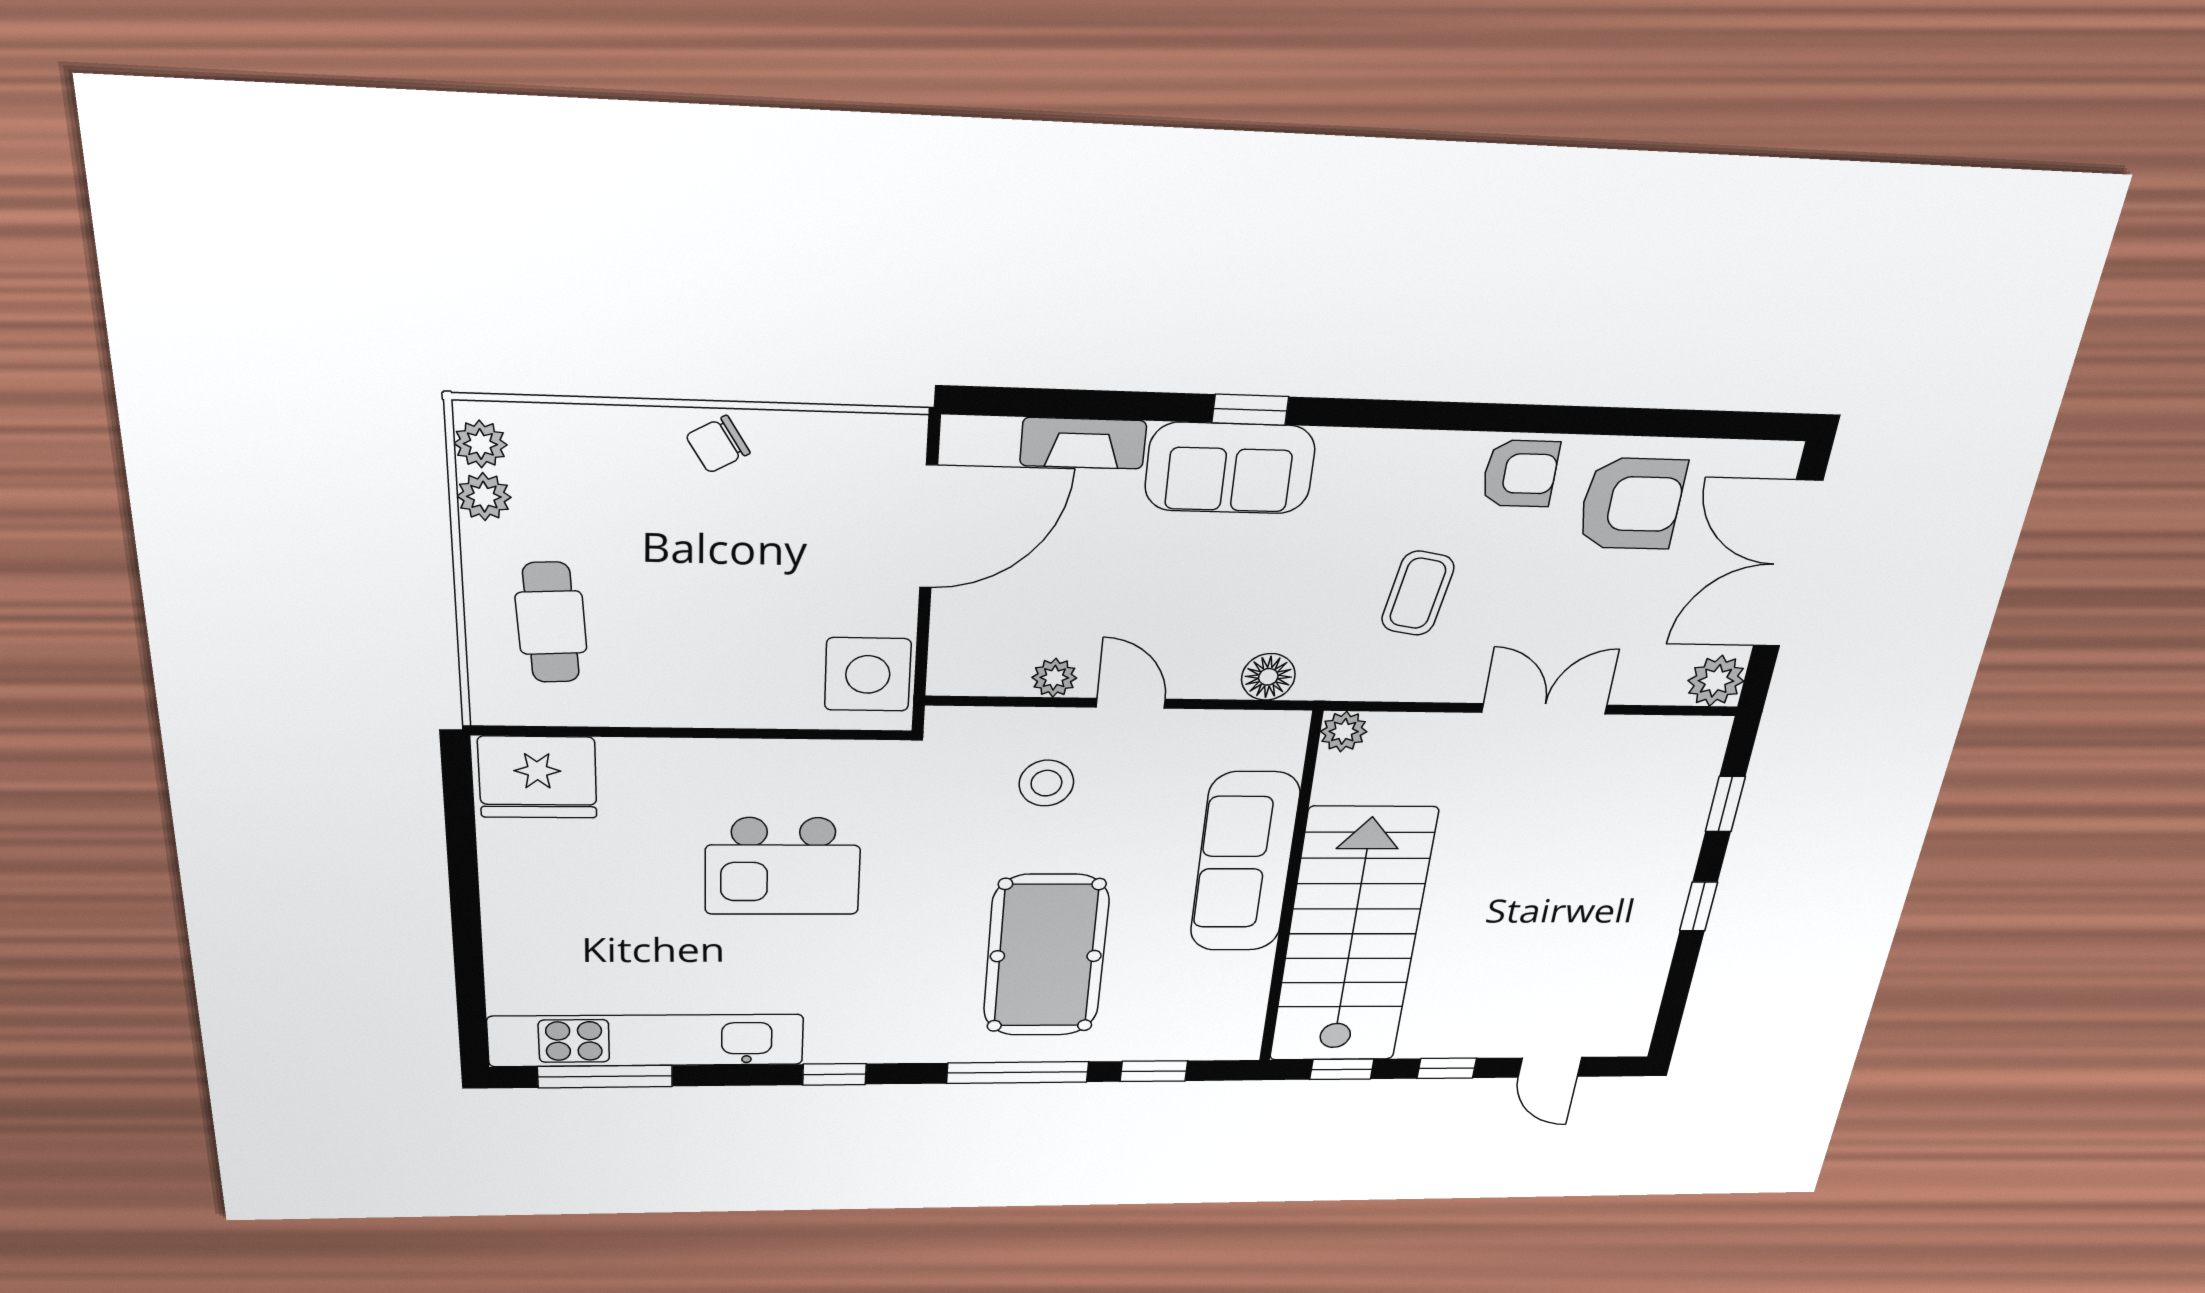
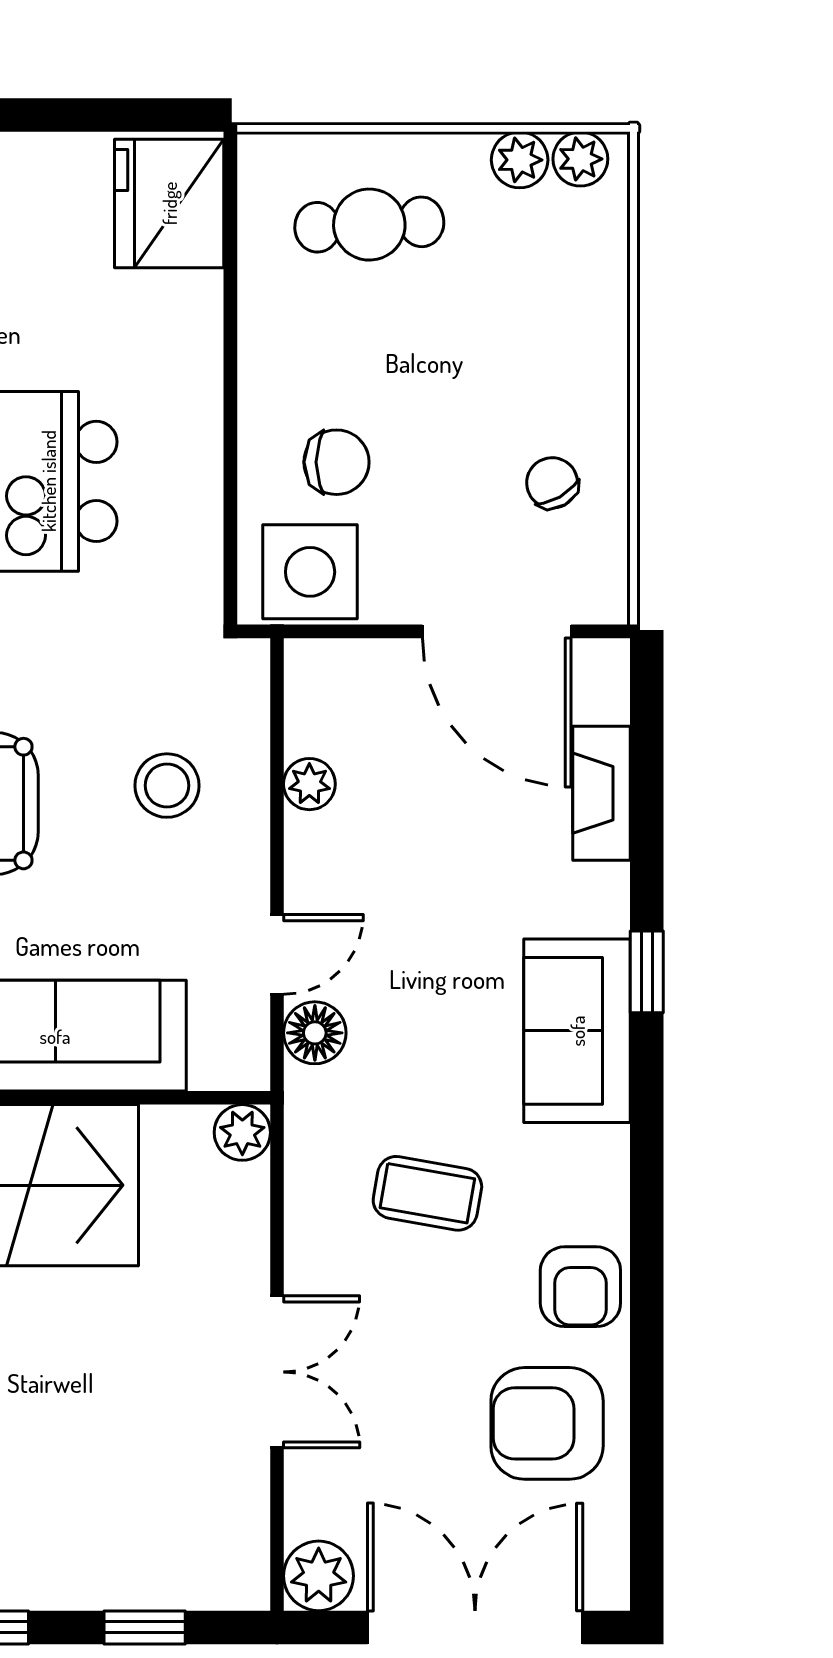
chair: (718, 444) -> (552, 483), moved
sofa: (1230, 468) -> (577, 1031), moved
armchair: (1631, 504) -> (547, 1423), turned 90
chair: (770, 652) -> (337, 462), added
door: (1131, 703) -> (277, 954), moved

